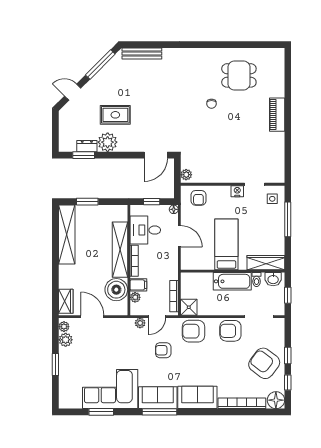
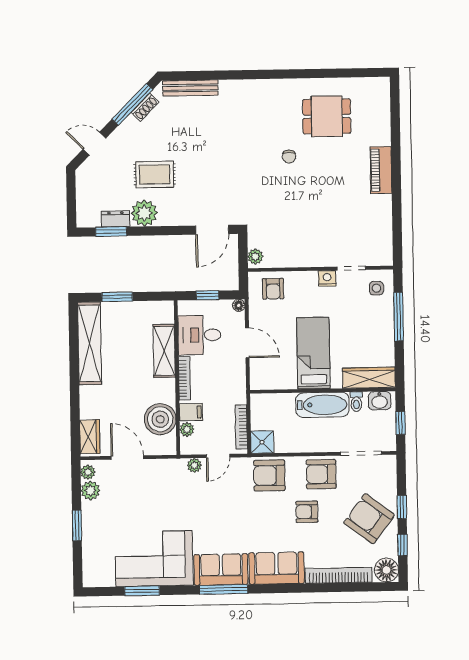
shoe rack: (109, 67) -> (145, 107), added
shelving: (120, 250) -> (164, 351), width x0.68
armchair: (163, 350) -> (307, 512), moved

